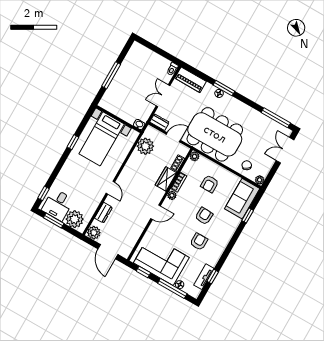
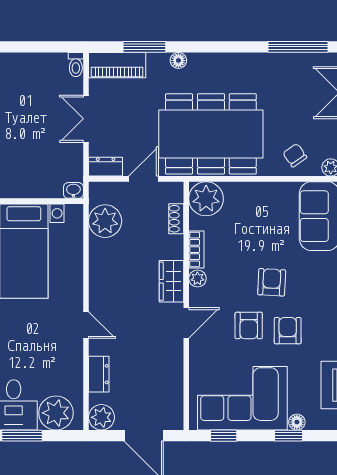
window: (224, 88) -> (144, 47), moved
plant: (195, 156) -> (206, 199), width x1.87, depth x1.87
wardrobe: (166, 179) -> (171, 281), moved
armchair: (210, 184) -> (249, 326), moved
window: (172, 289) -> (289, 436), width x0.46

